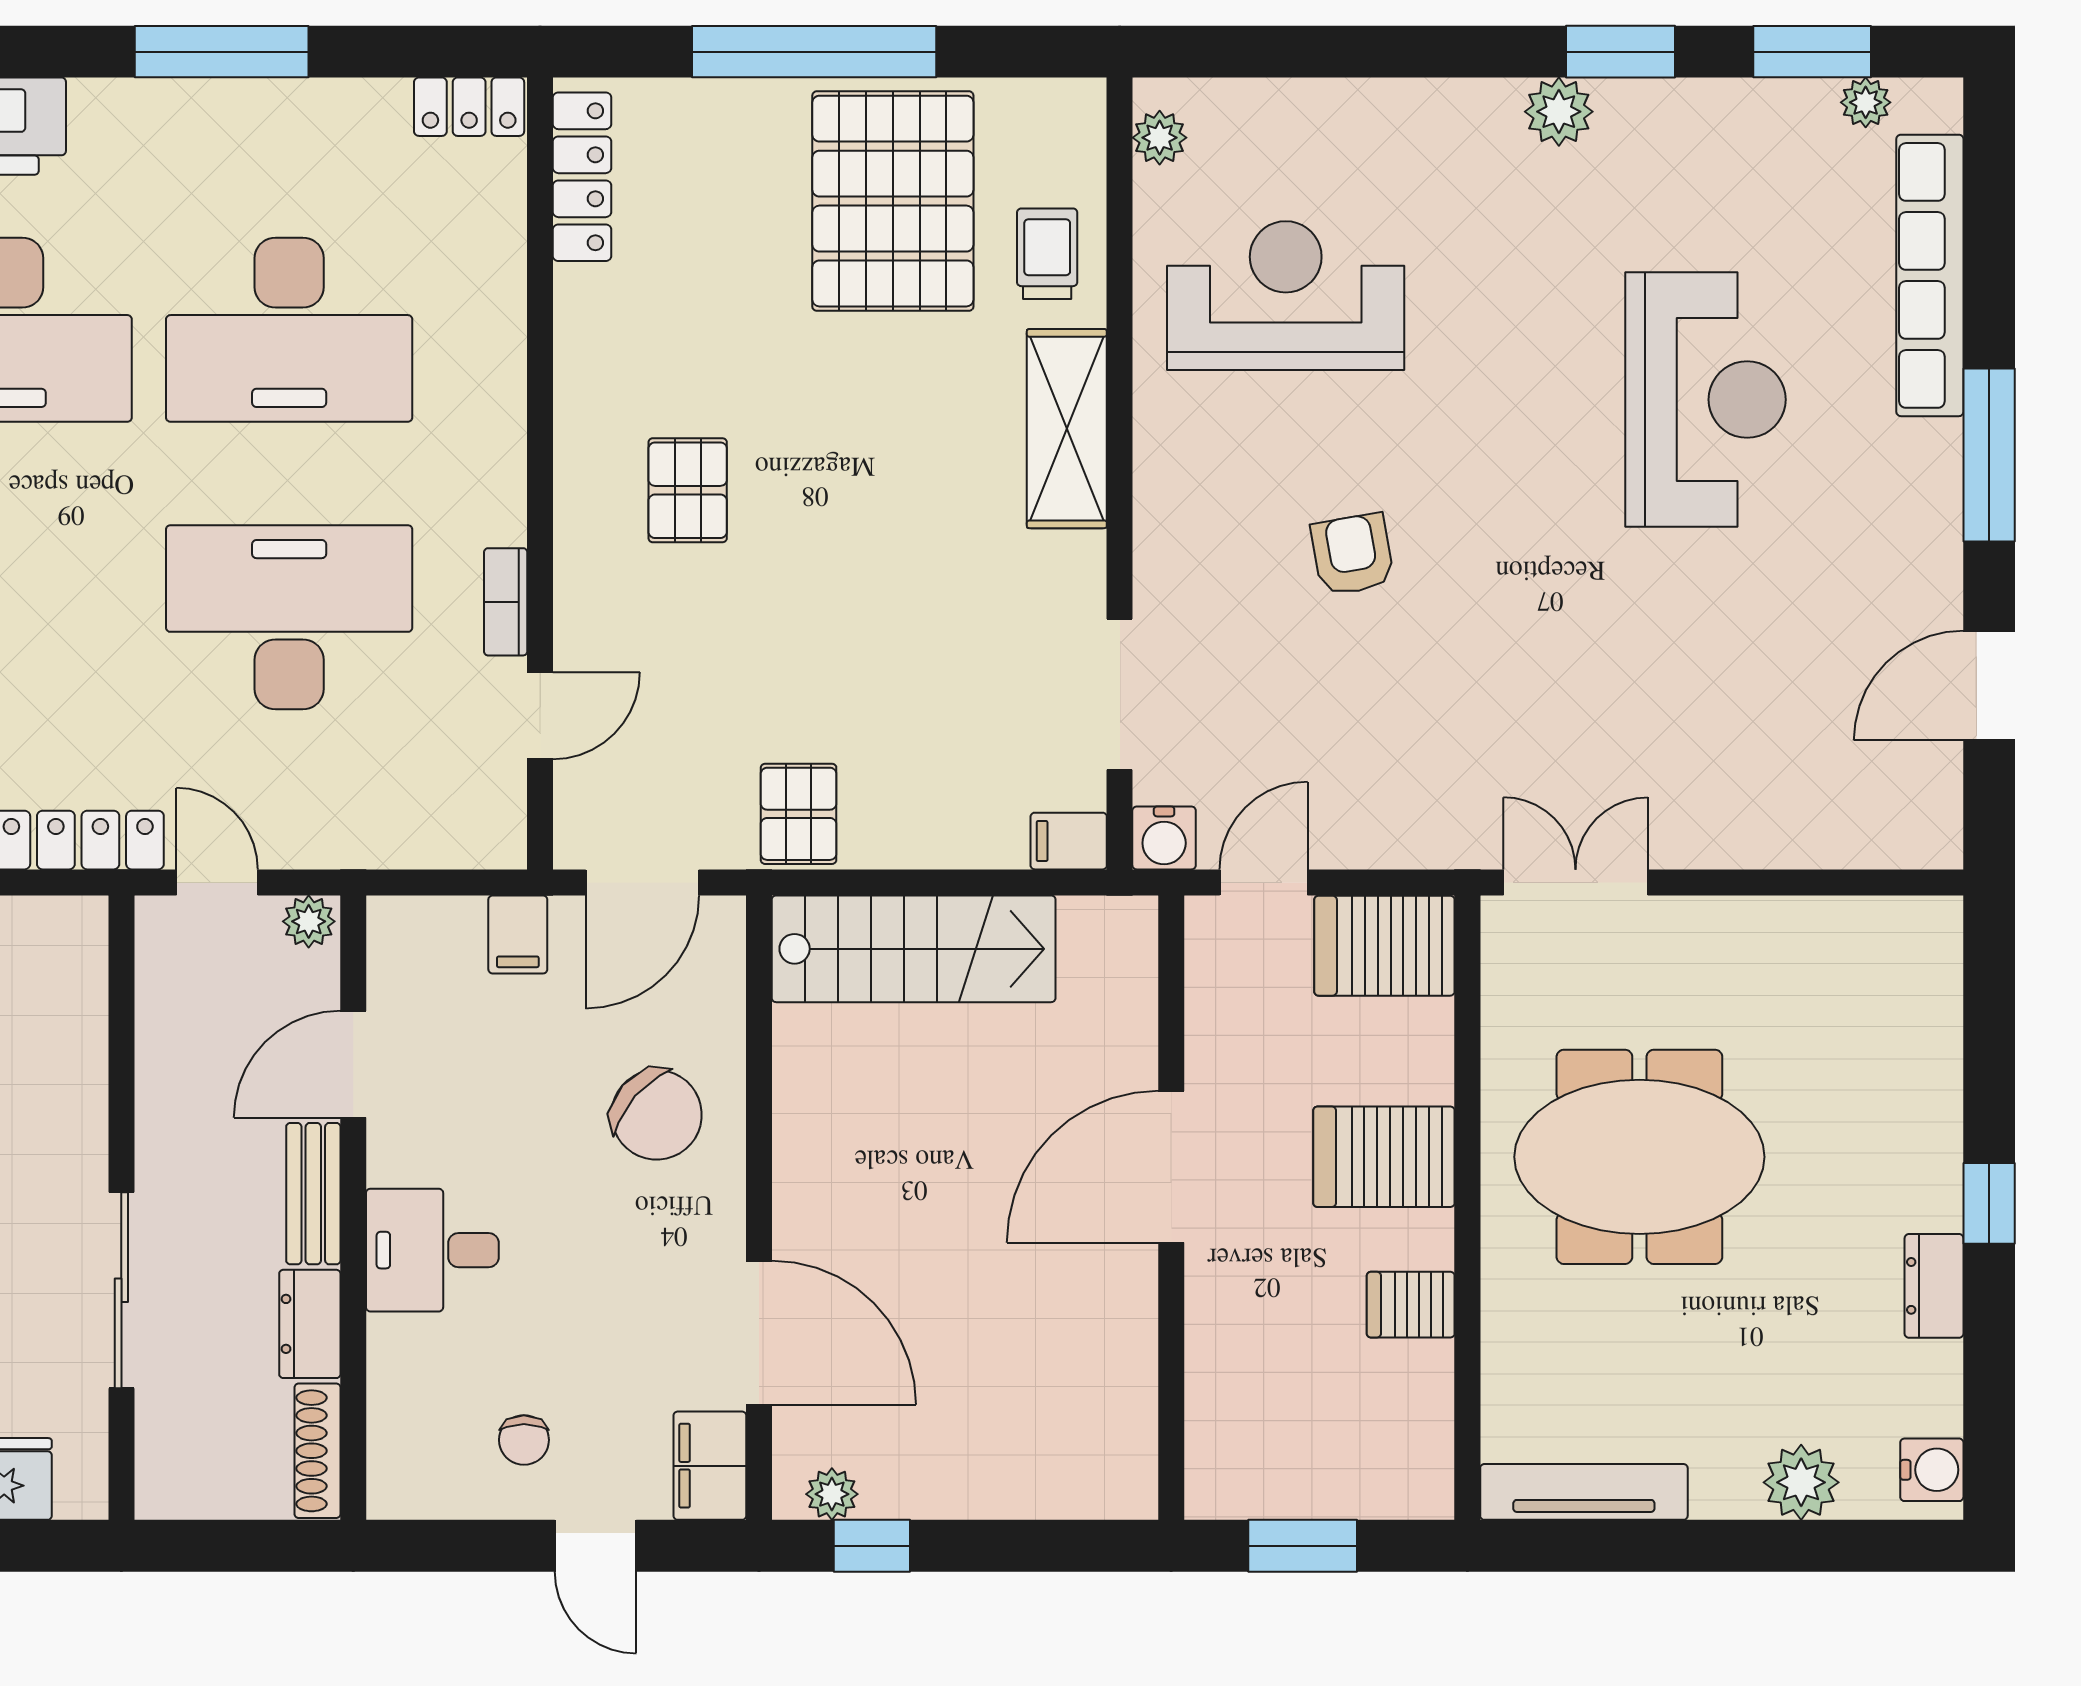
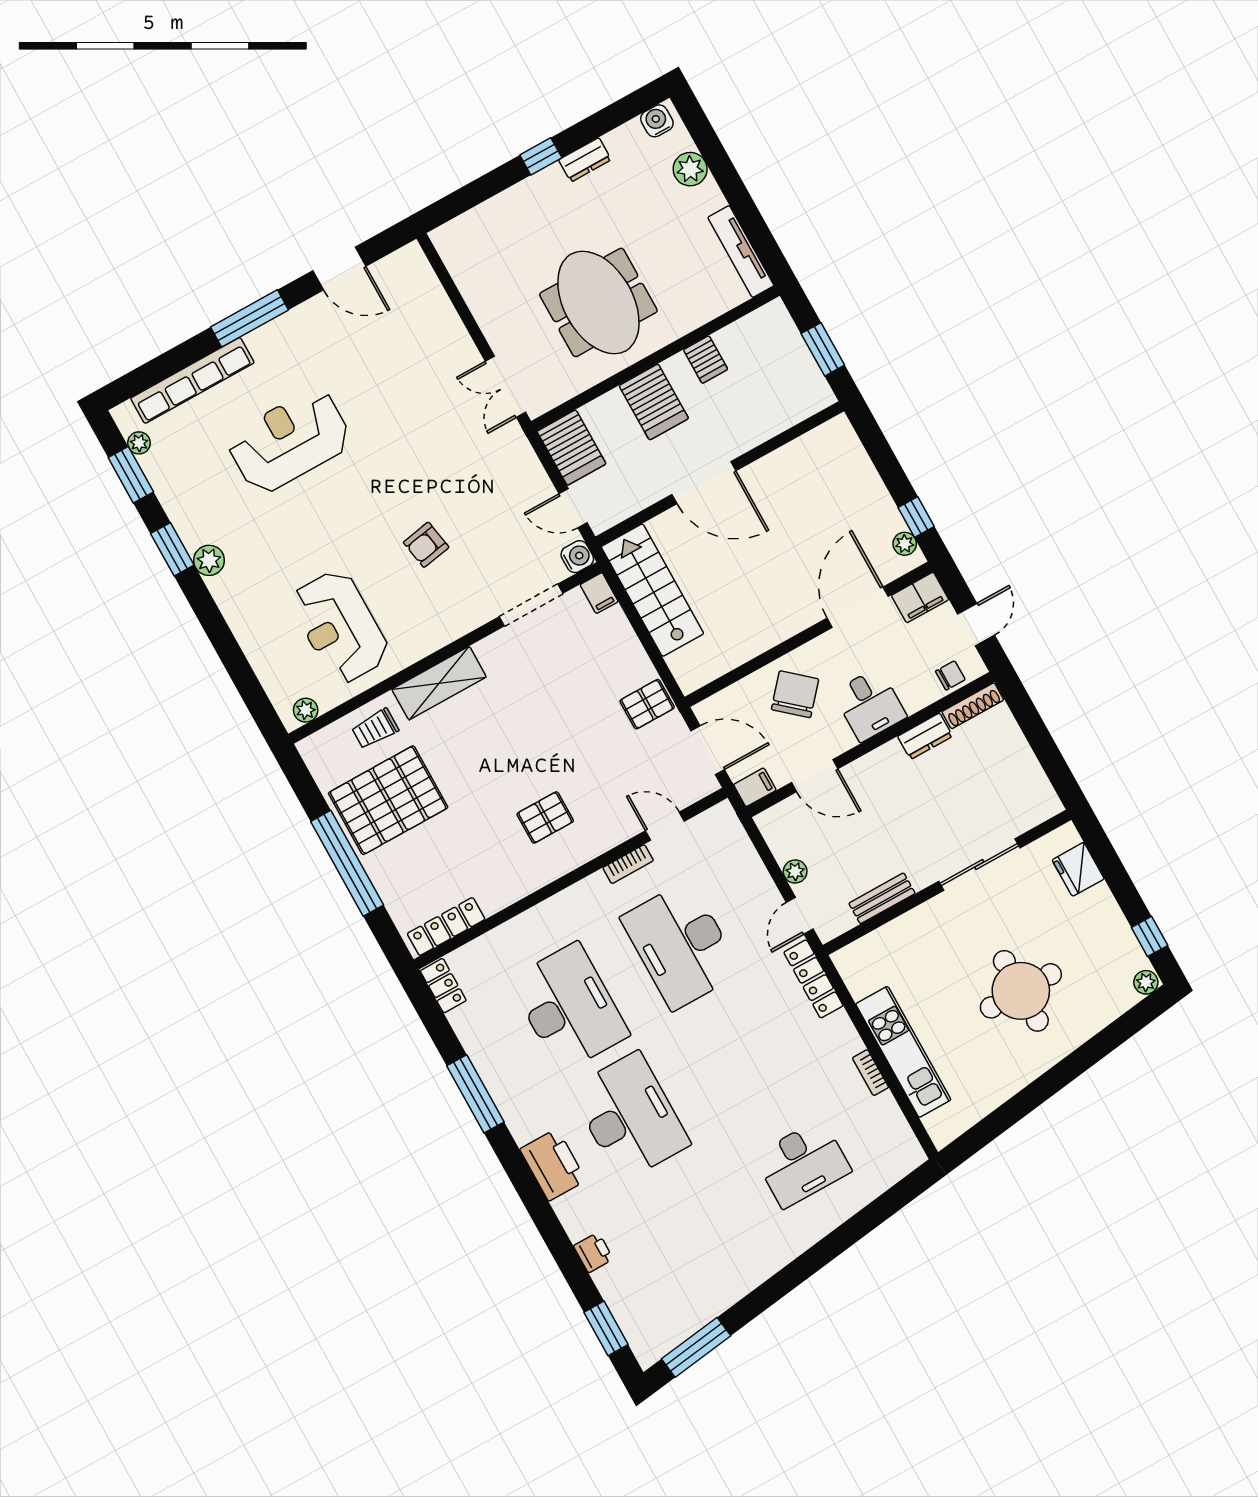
stairs: (914, 949) -> (652, 590), moved
door: (353, 1064) -> (815, 776), moved
bench: (313, 1194) -> (882, 898), moved
wall: (353, 1208) -> (870, 745), moved
desk: (432, 1250) -> (870, 705), moved
dresser: (310, 1324) -> (925, 736), moved
shoe rack: (317, 1451) -> (973, 706), moved

